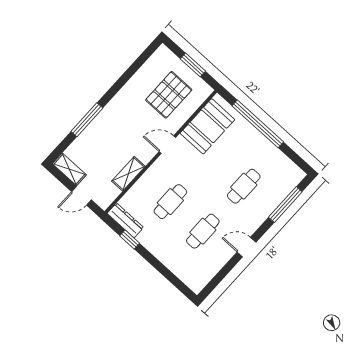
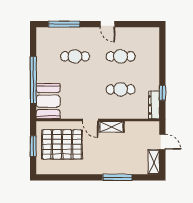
pallet: (169, 95) -> (62, 144), width x1.37, depth x1.41
booth: (207, 126) -> (48, 101), moved, turned 90
shelving: (128, 174) -> (111, 127), moved

